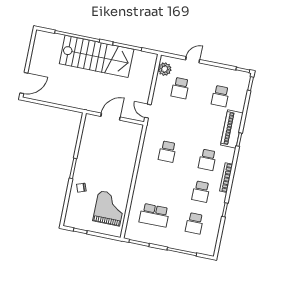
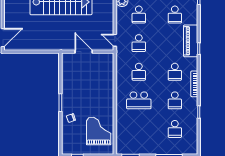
door: (111, 117) -> (84, 52), hinge flipped
school desk: (174, 120) -> (139, 43), added
school desk: (154, 215) -> (139, 100), moved

